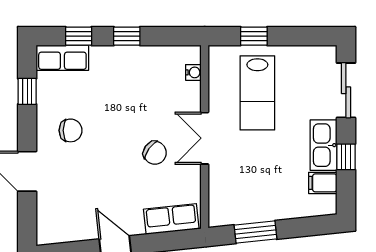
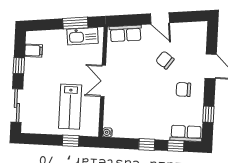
water cooler: (193, 72) -> (107, 132), moved
lab bench: (257, 93) -> (70, 107), turned 180
double door: (205, 138) -> (103, 81), swing flipped
kitchen sink: (324, 145) -> (83, 36), moved, turned 84
chair: (155, 153) -> (165, 60), moved

